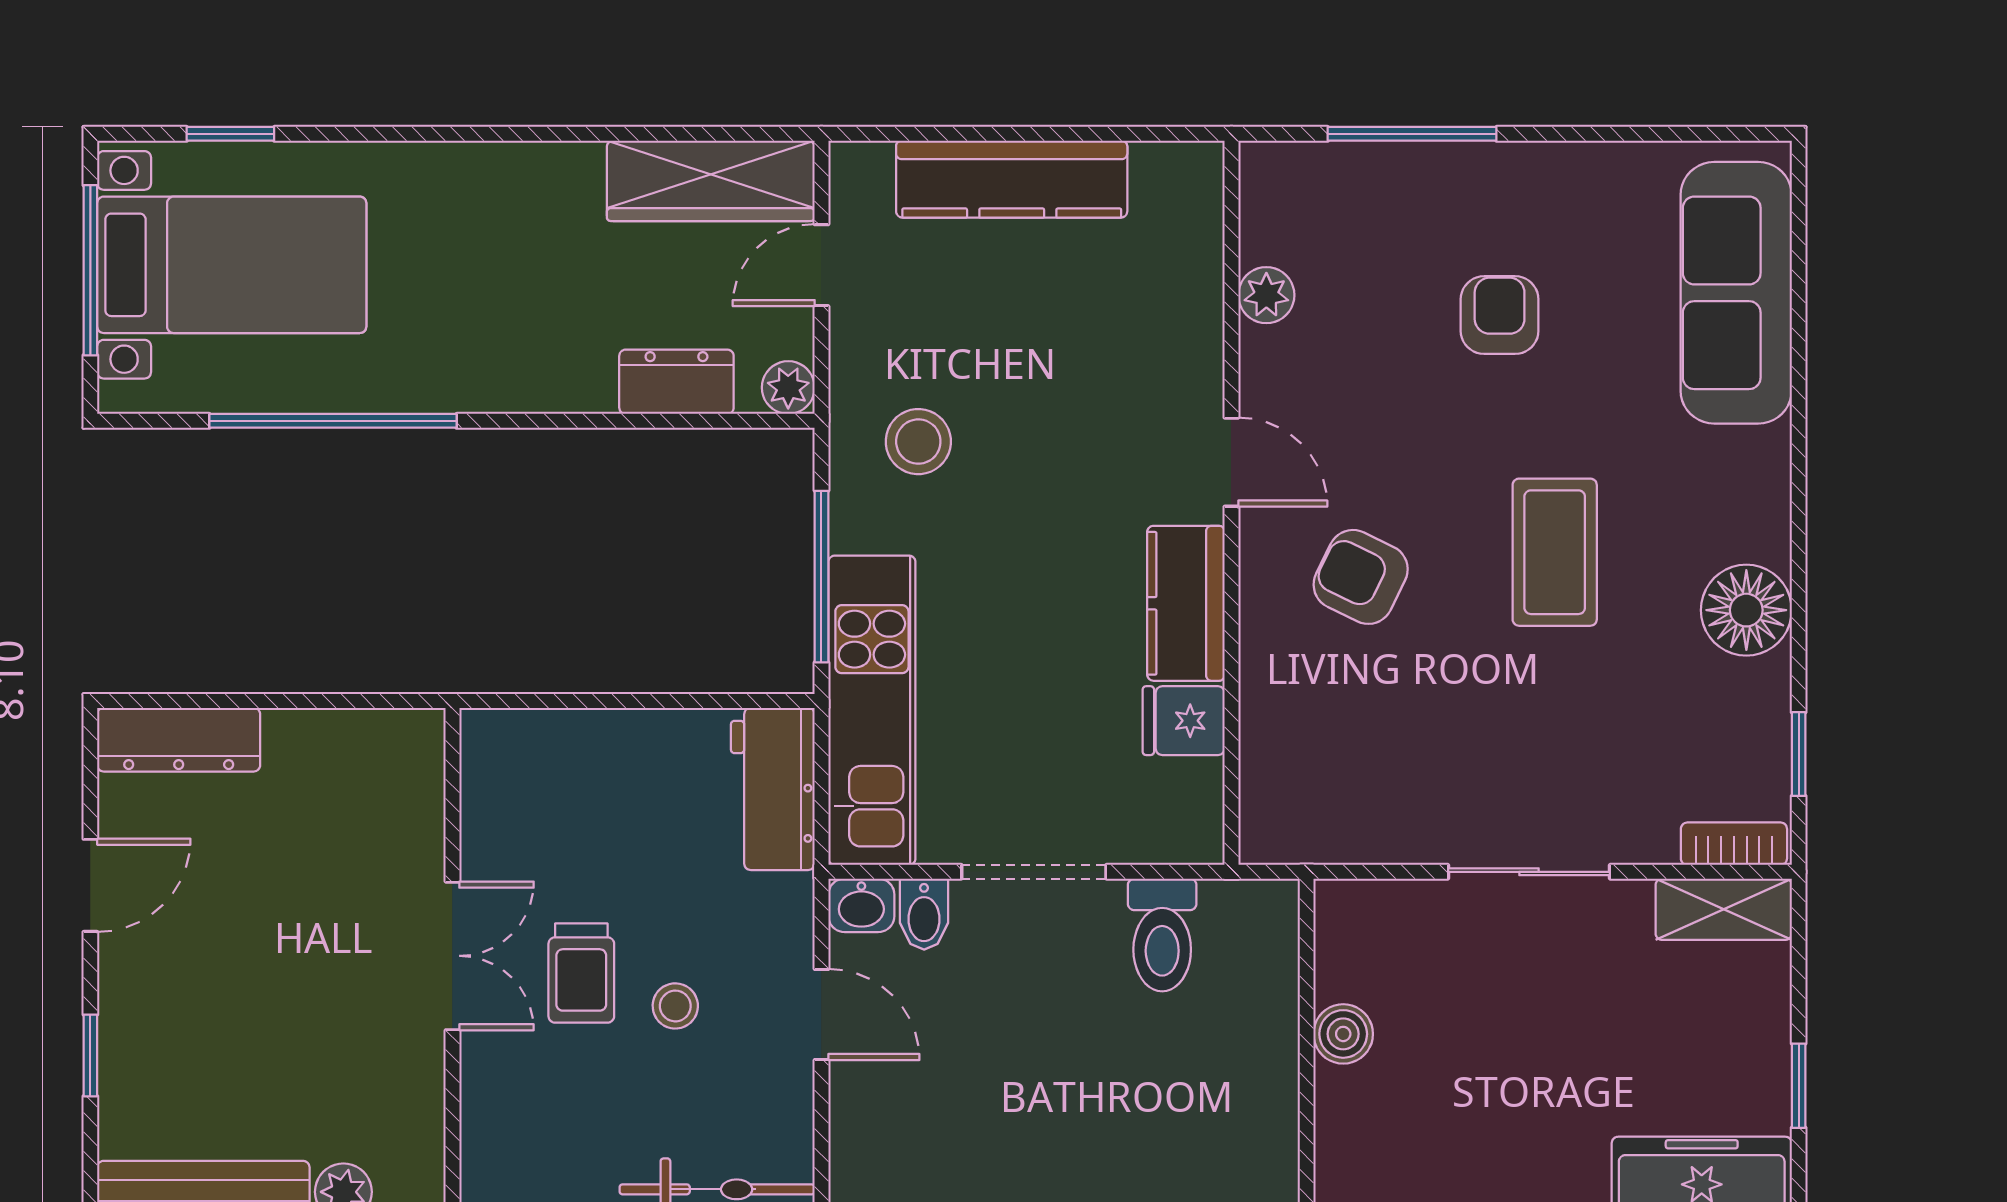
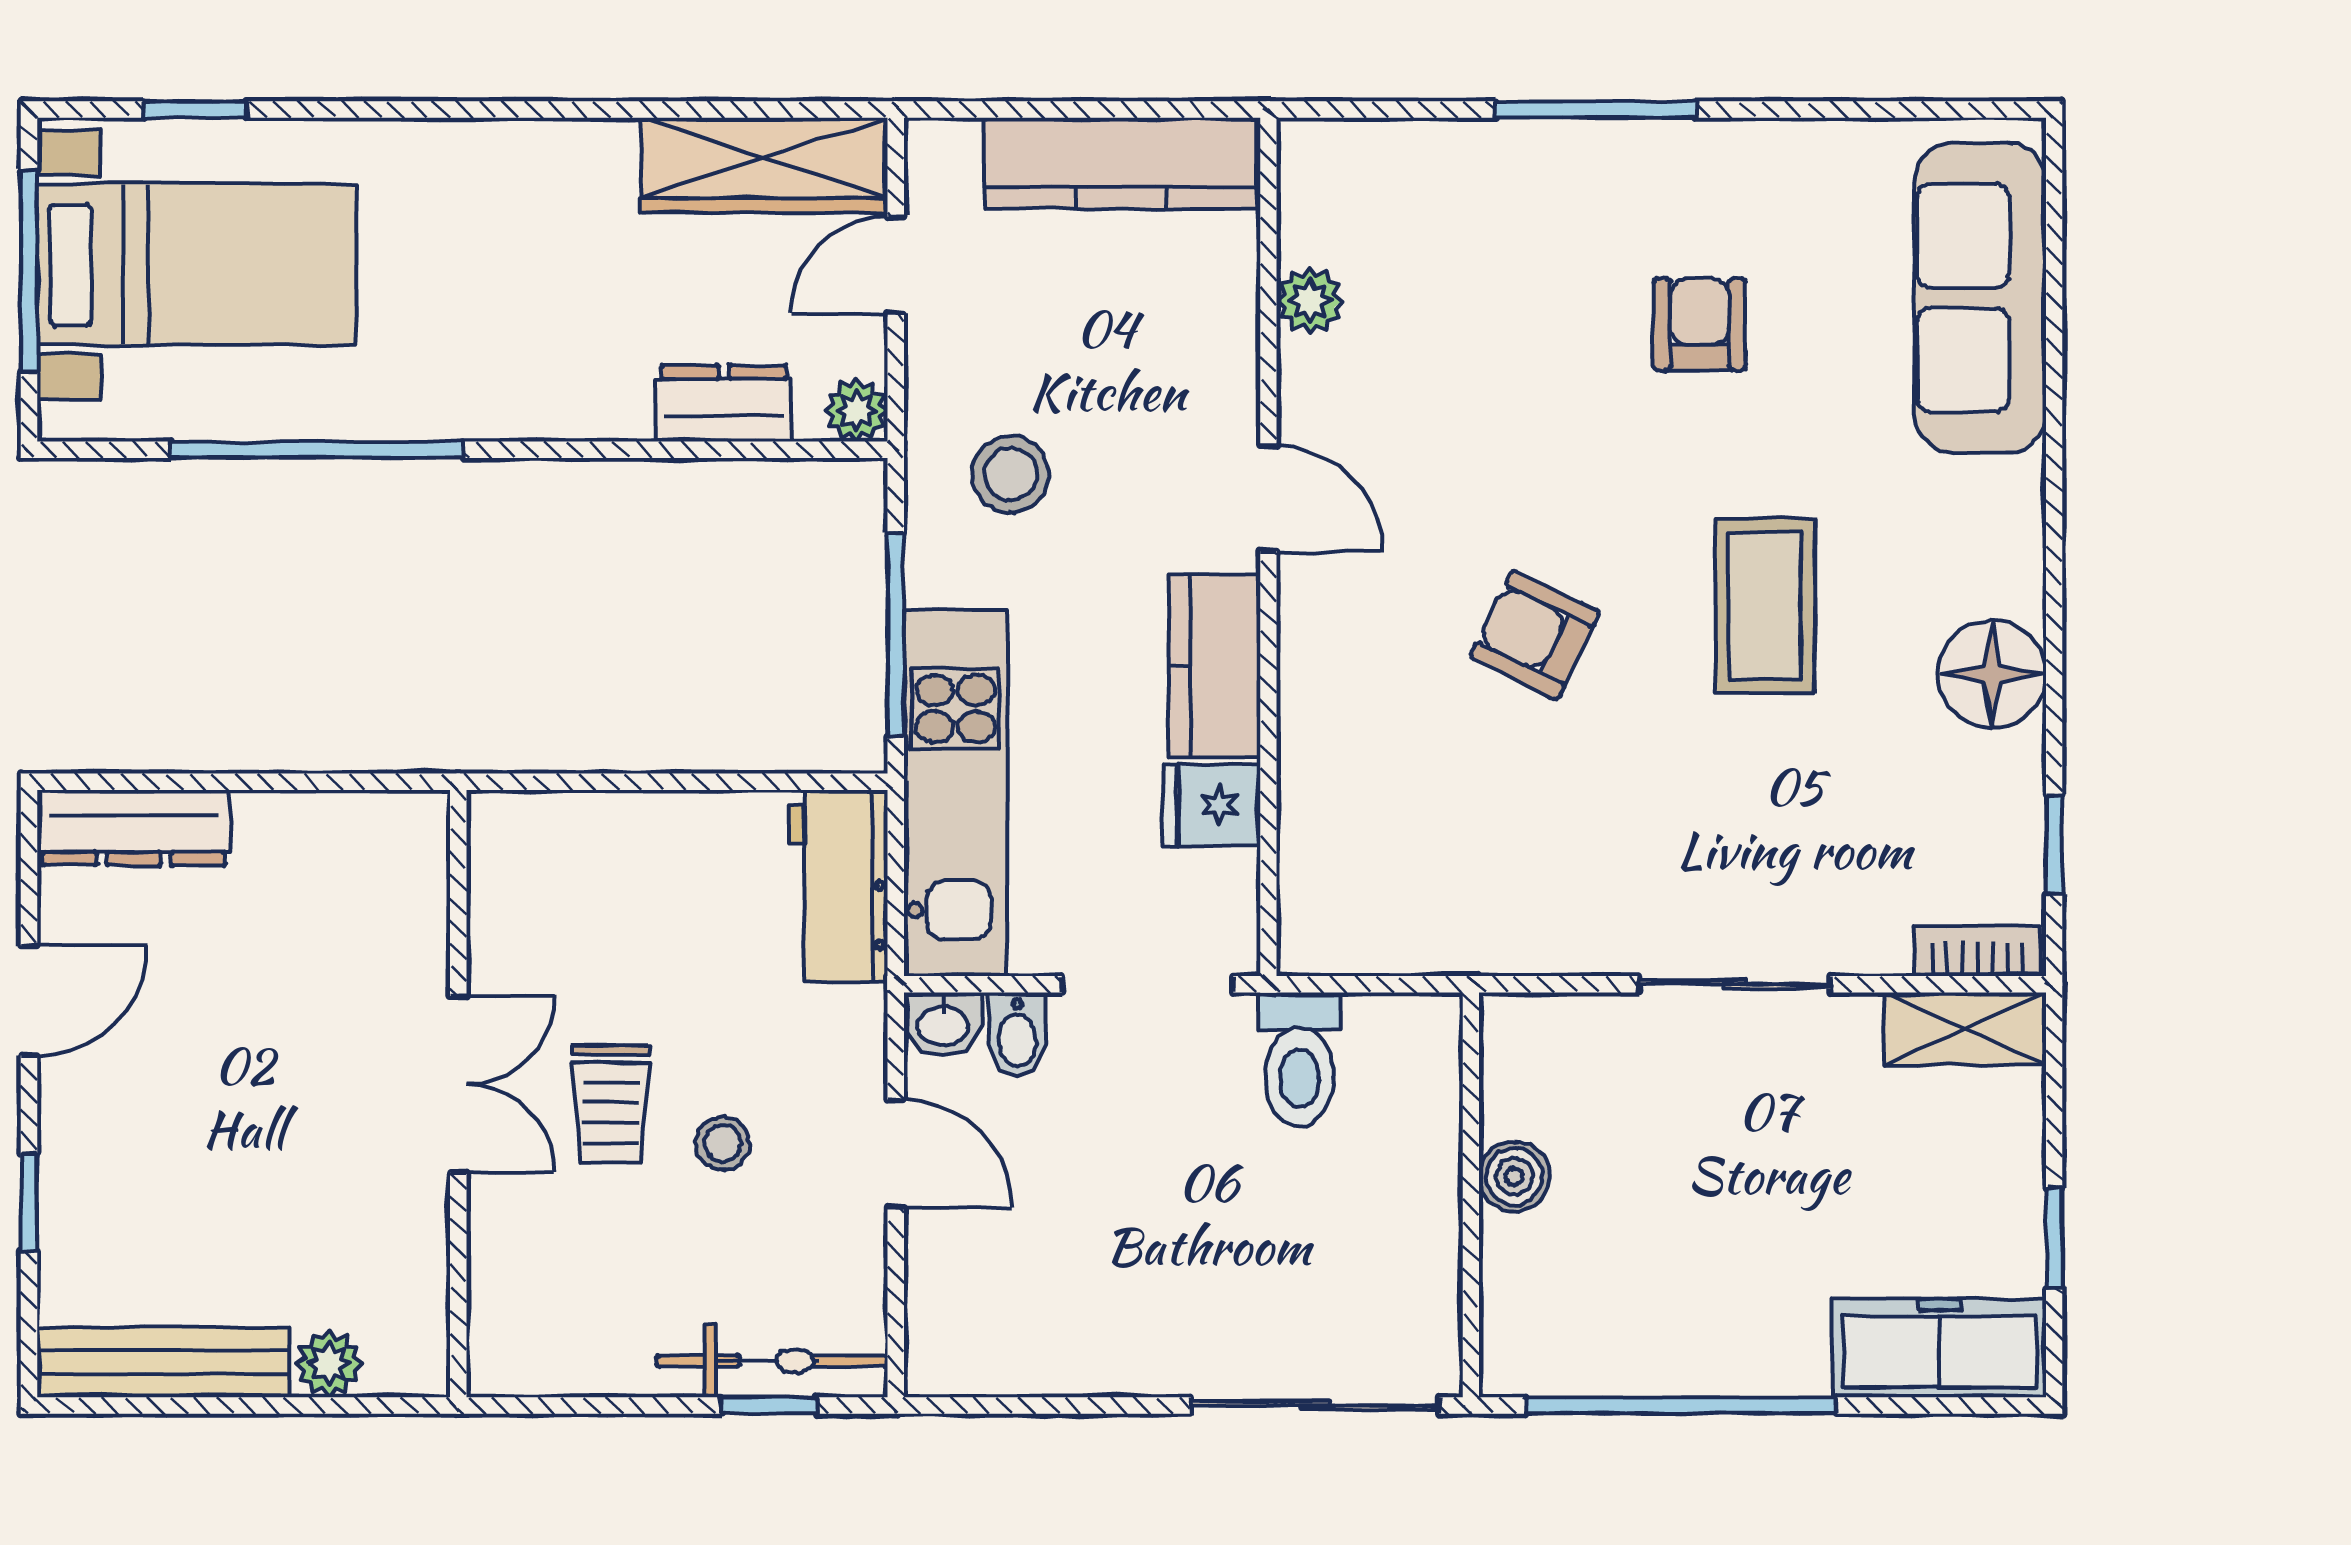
plant: (1266, 295) -> (1310, 301), moved
door: (1231, 462) -> (1268, 499), moved
wall: (1231, 503) -> (1268, 547), moved
kitchen counter: (1186, 603) -> (1214, 666), moved
fridge: (1184, 721) -> (1212, 805), moved

